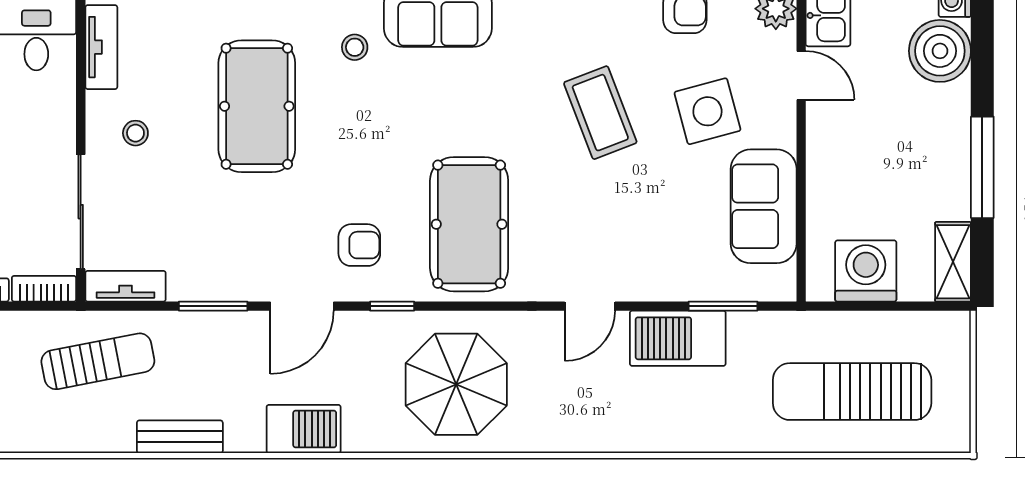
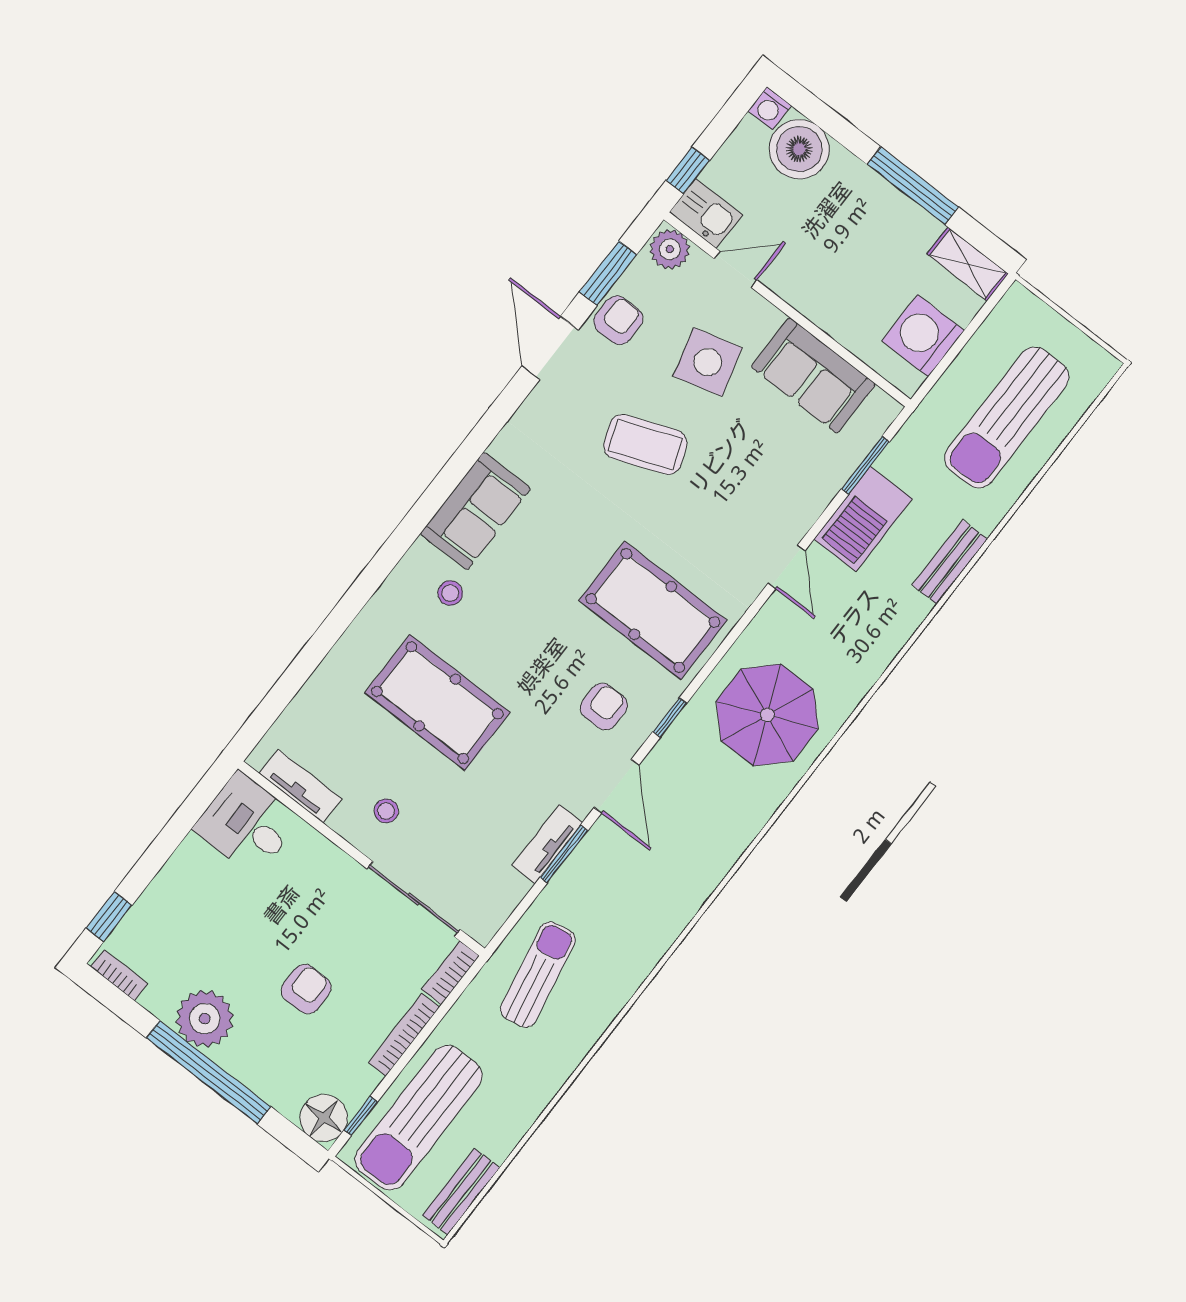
tv unit: (126, 286) -> (547, 844), moved
barbecue: (304, 429) -> (711, 858), removed
bench: (180, 437) -> (950, 562), moved

